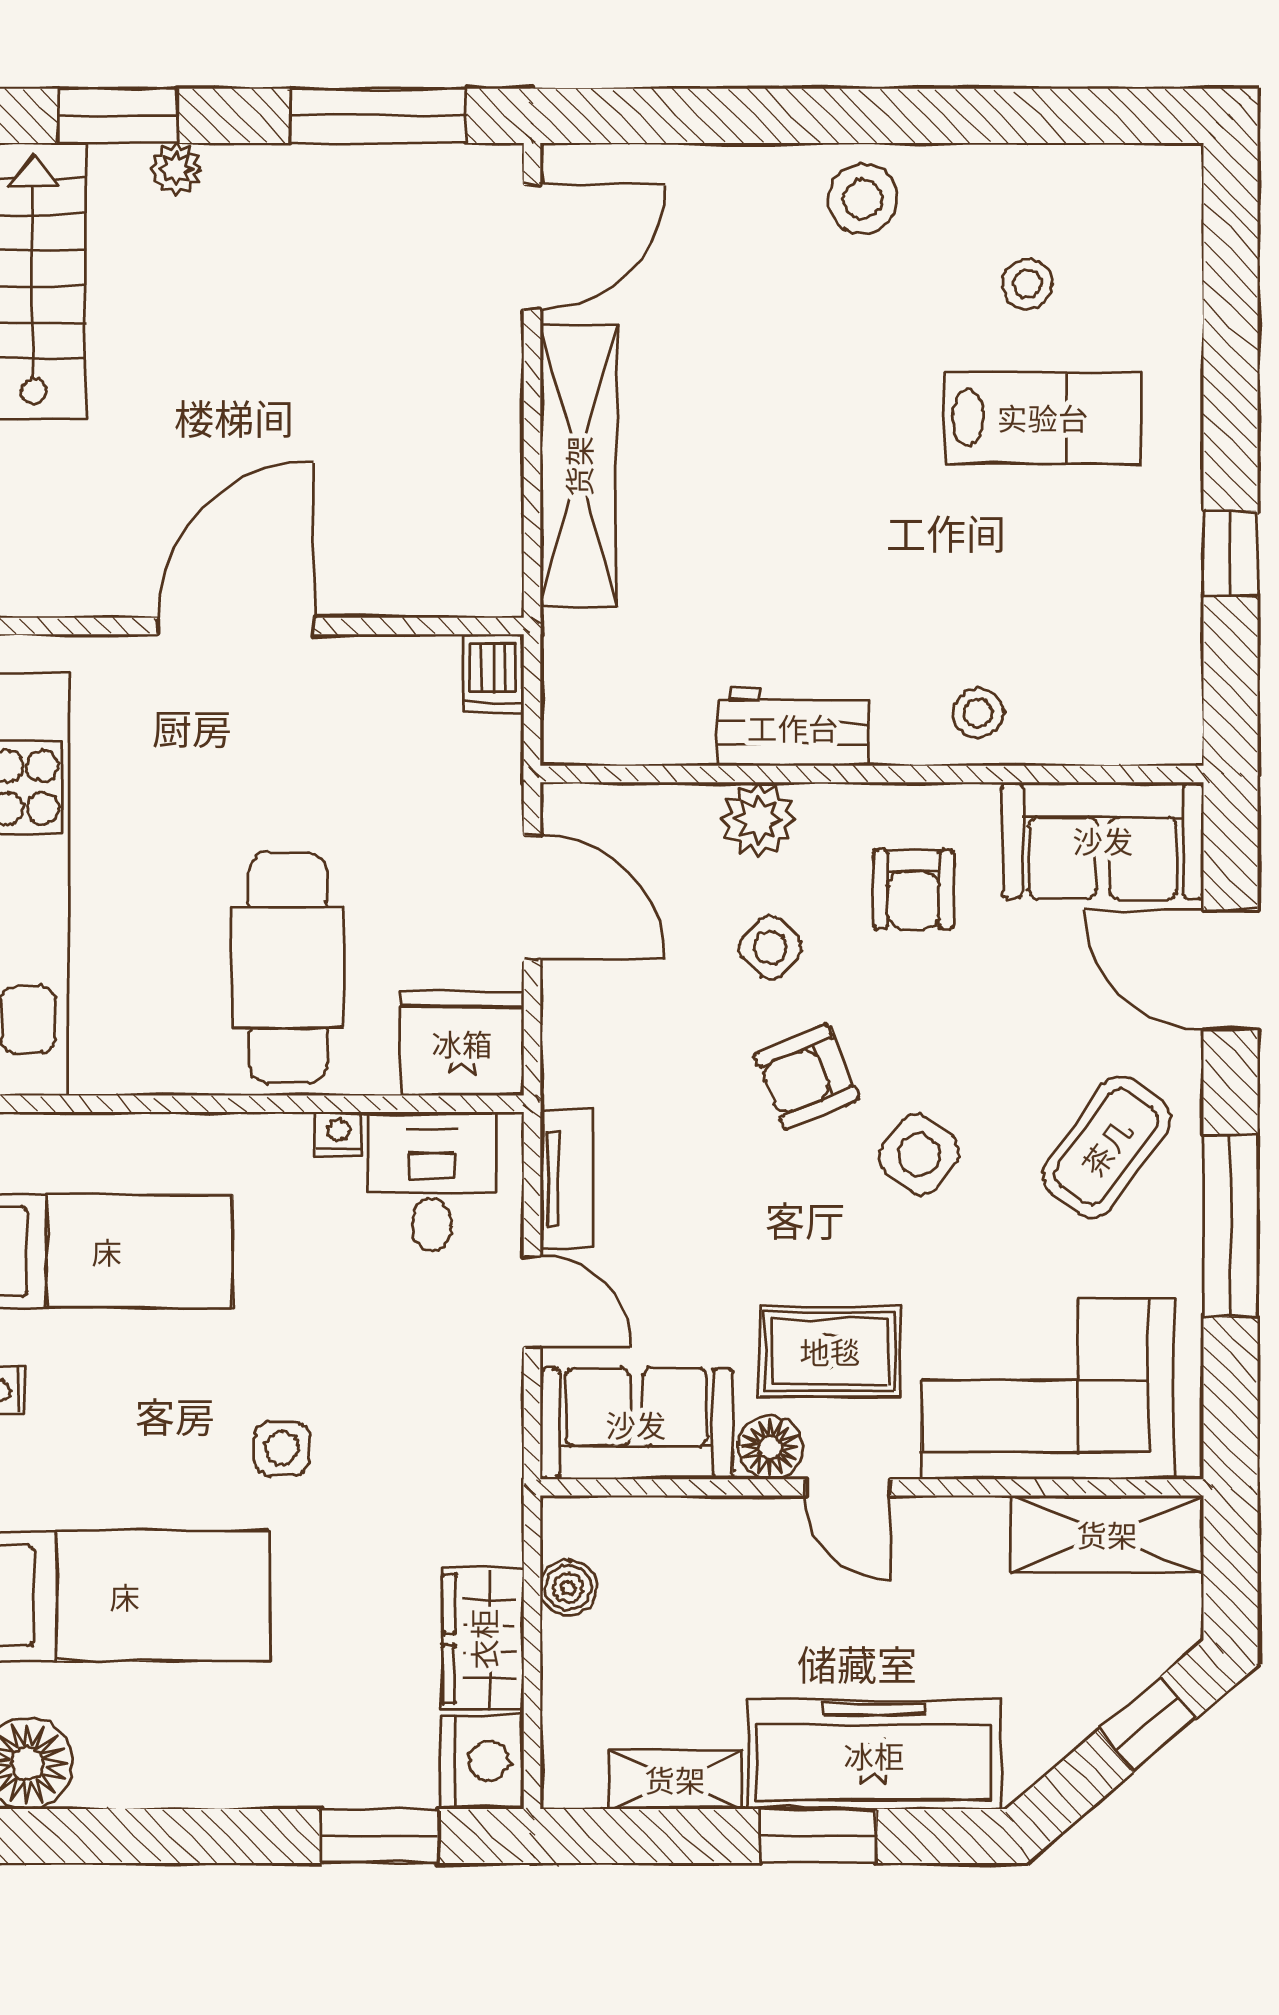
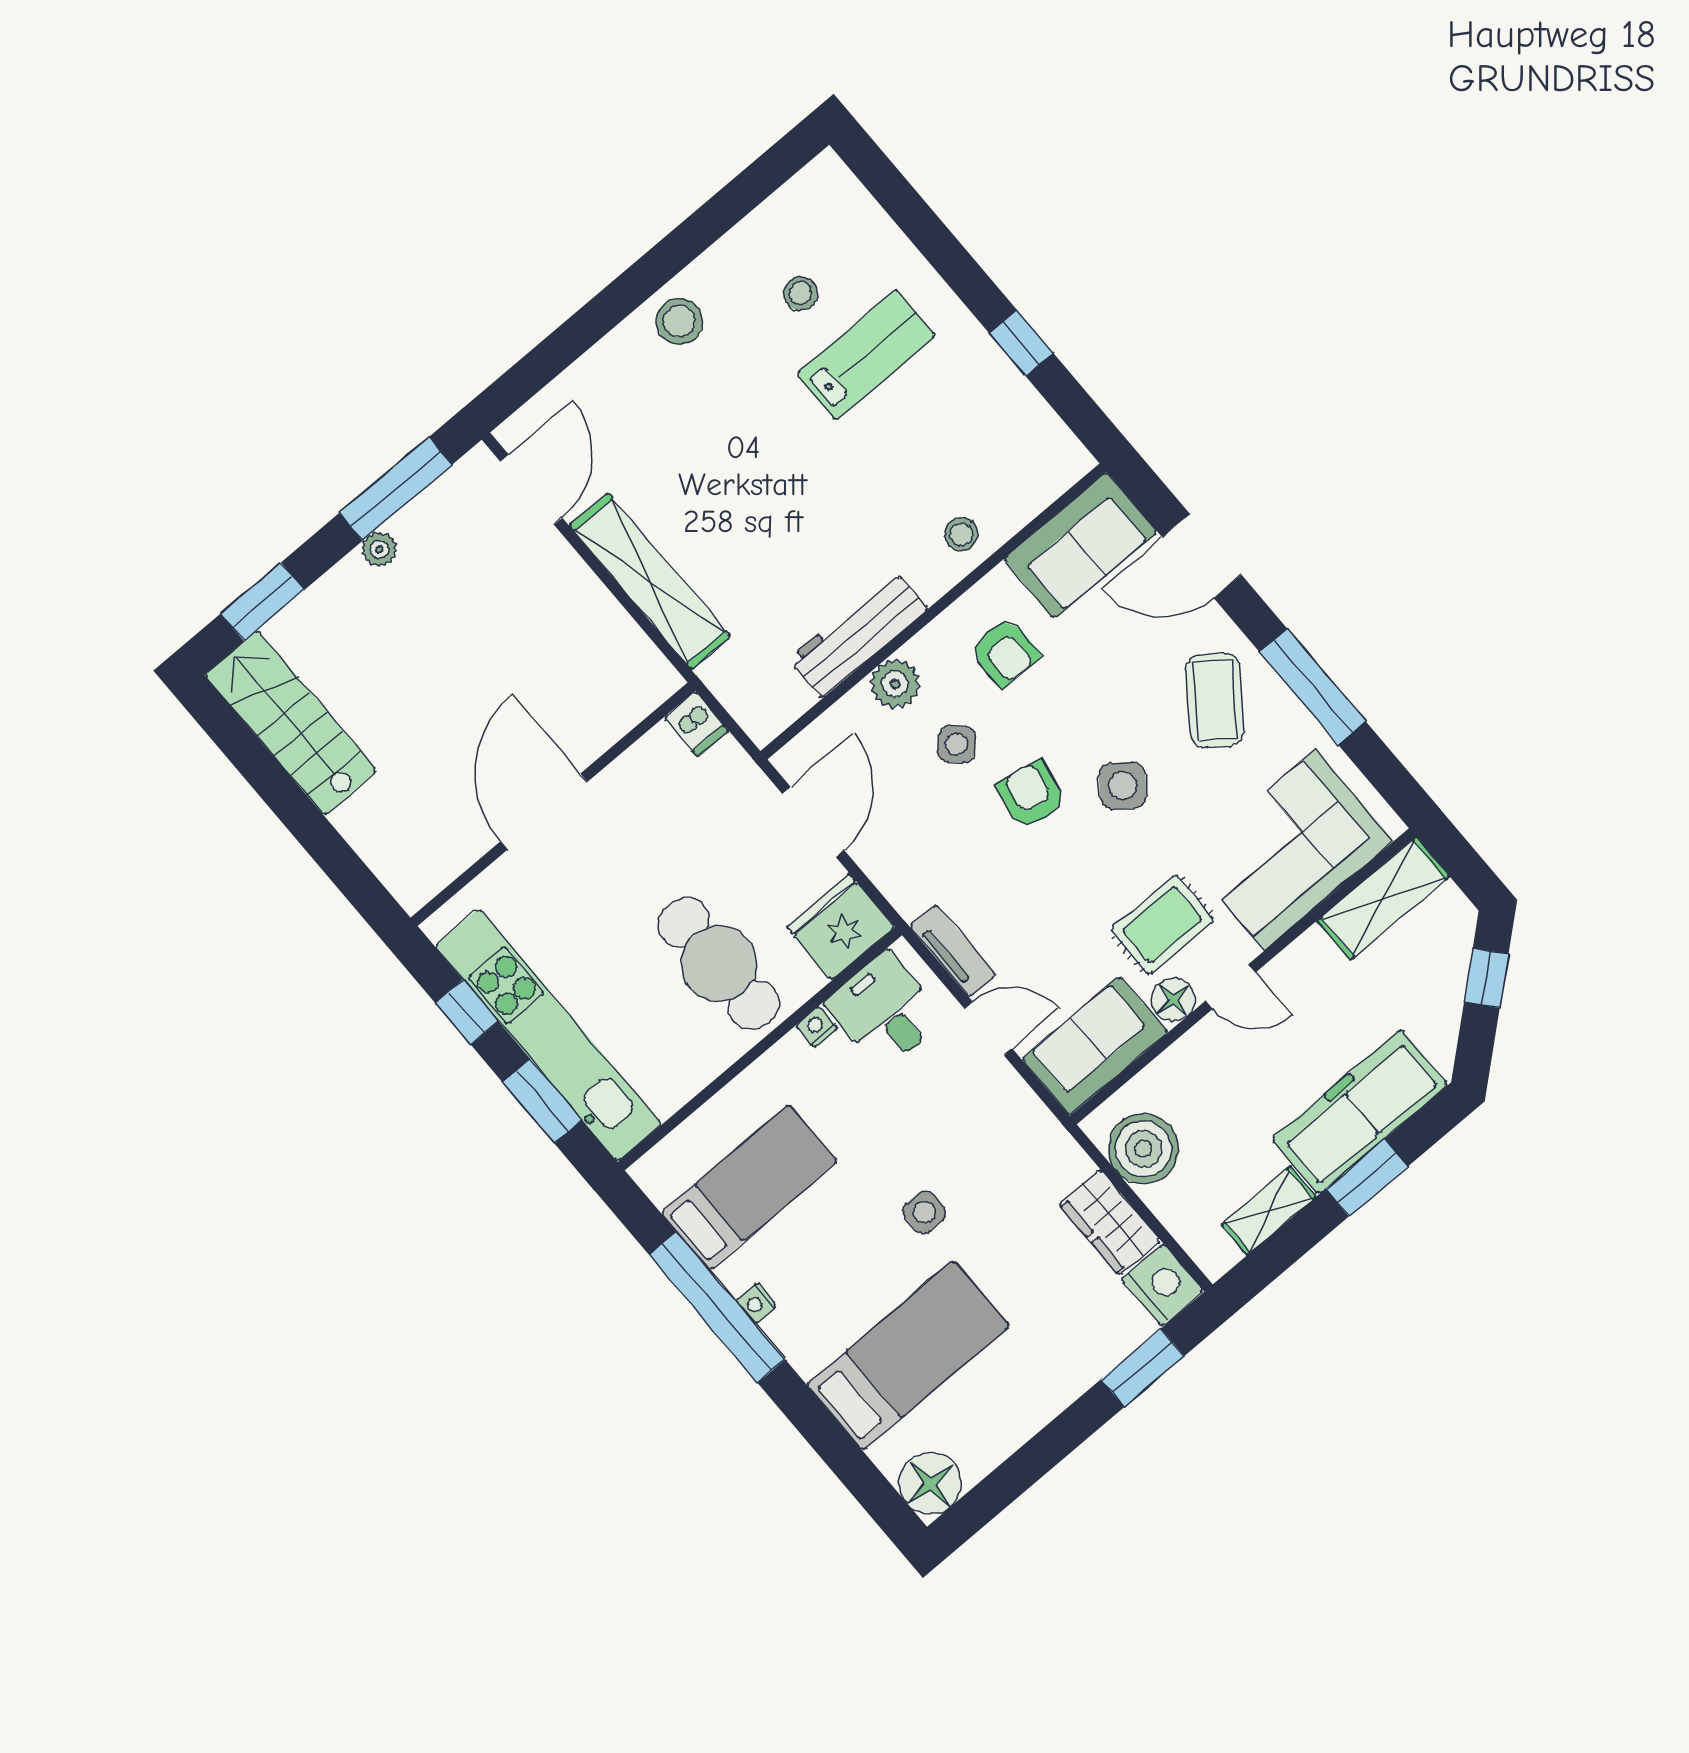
plant: (176, 169) -> (379, 549), moved
workbench: (793, 727) -> (858, 634), width x1.38
door: (532, 898) -> (813, 822), hinge flipped
armchair: (807, 1077) -> (1031, 794), turned 124
boiler: (568, 1588) -> (1143, 1149), width x1.86, depth x1.86

